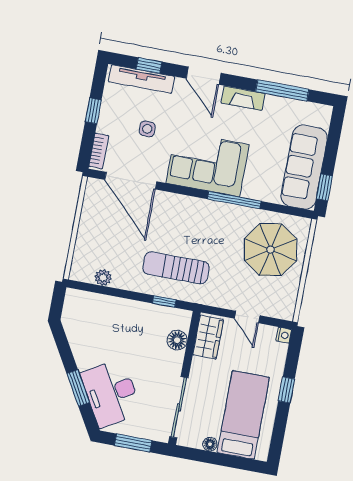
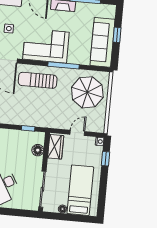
window: (324, 187) -> (117, 35), moved
sun lounger: (176, 268) -> (38, 80), moved
door: (247, 317) -> (77, 133), swing flipped
window: (286, 390) -> (106, 159), moved
window: (133, 443) -> (18, 213), removed

